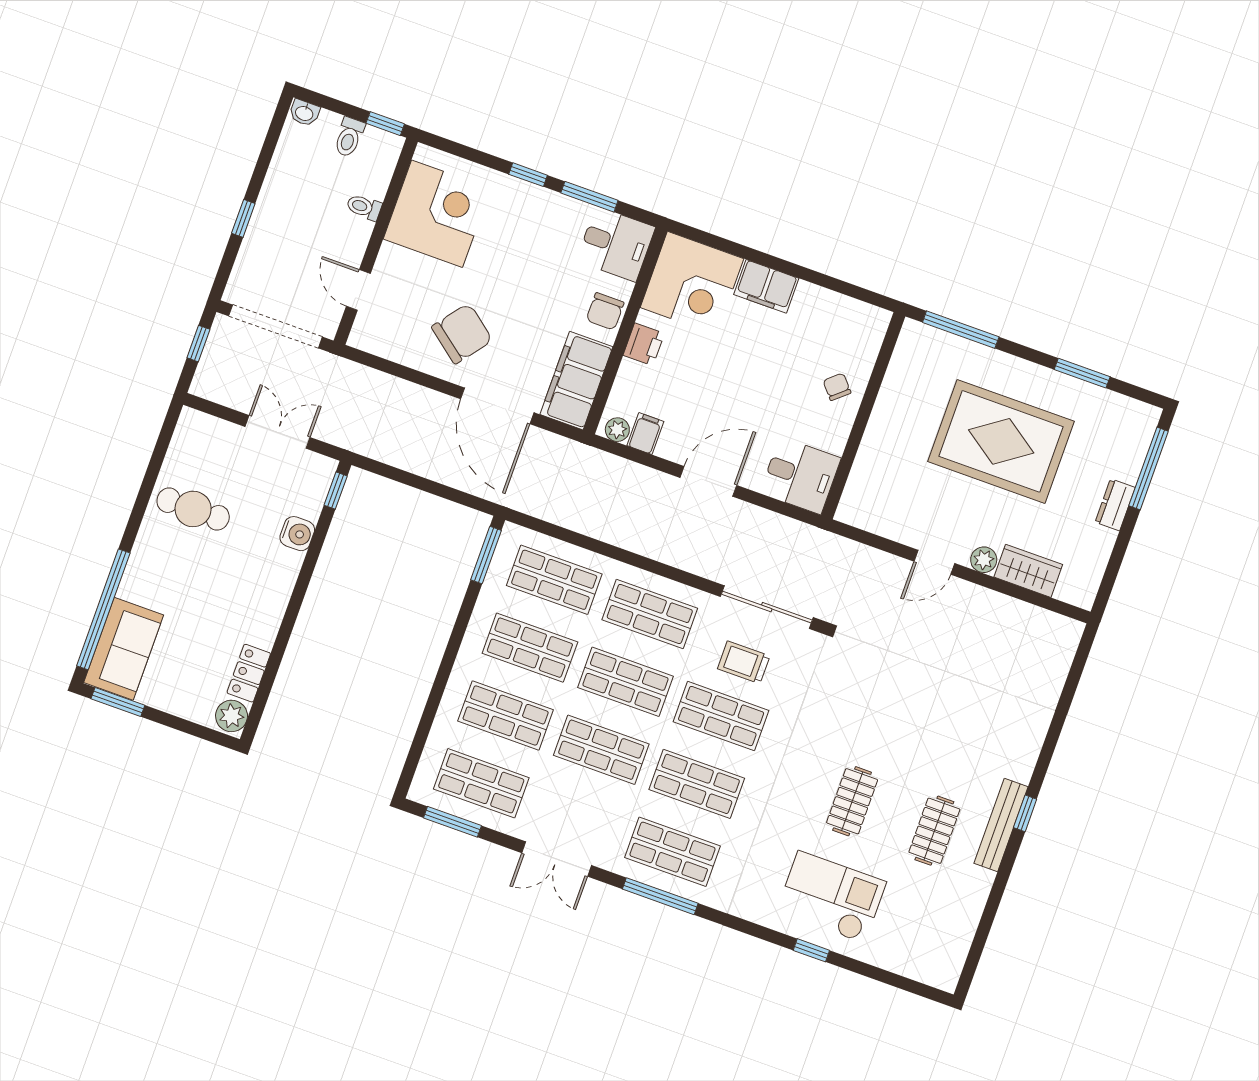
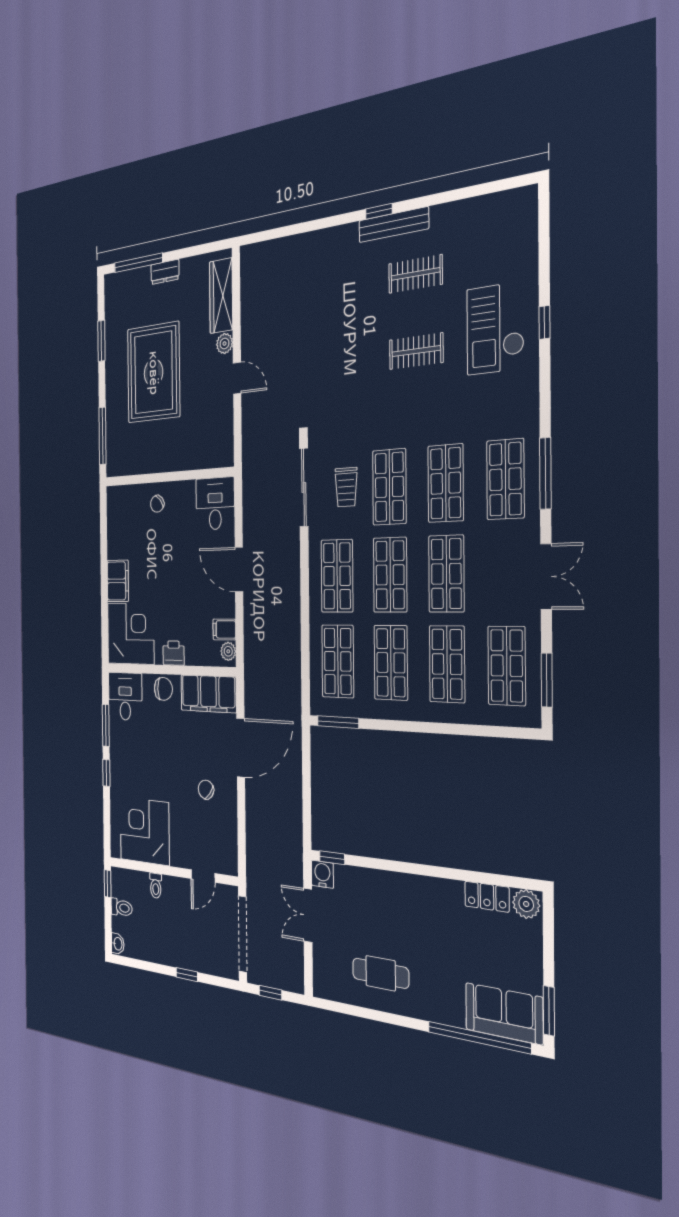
chair: (462, 334) -> (206, 790), width x0.54, depth x0.54
cafe table: (193, 509) -> (381, 973), turned 90
water cooler: (297, 534) -> (322, 874), moved
wardrobe: (1028, 571) -> (221, 296), width x1.50

